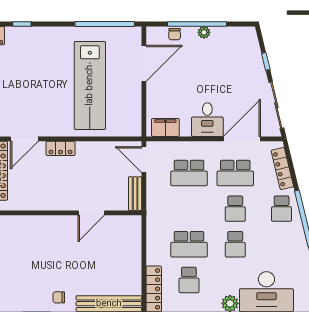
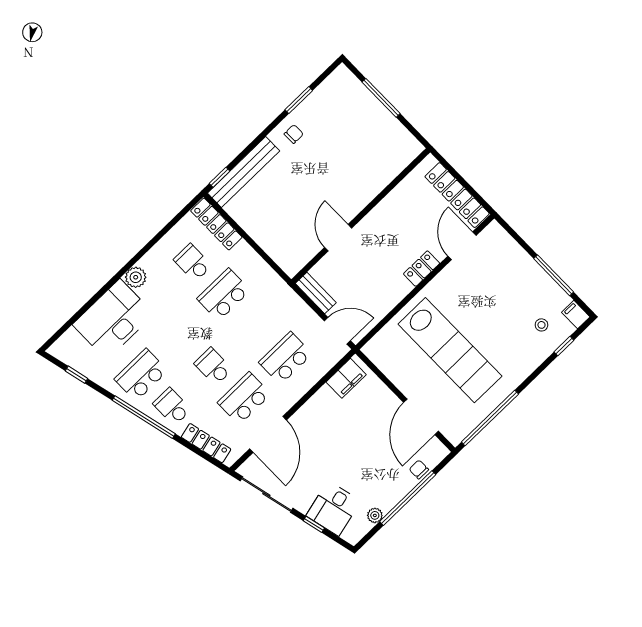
plant: (204, 32) -> (375, 515), moved
stool: (23, 49) -> (541, 325), added
lab bench: (90, 85) -> (450, 350), turned 180
desk: (207, 120) -> (333, 508), moved, turned -104
school desk: (235, 244) -> (141, 375), moved, width x1.85

